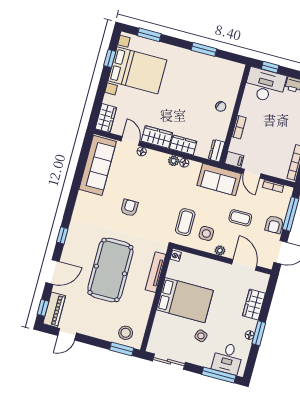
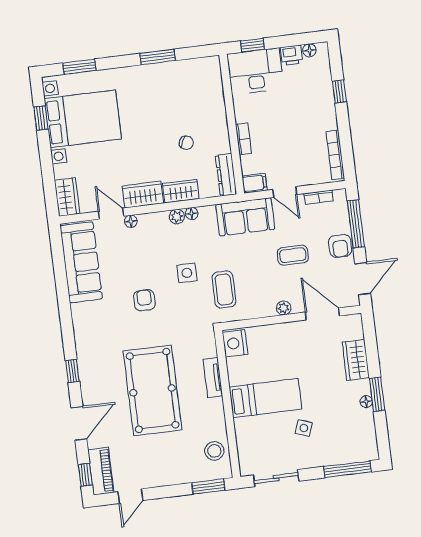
chair: (221, 106) -> (186, 143), moved
dresser: (216, 151) -> (226, 175), width x1.44
side table: (206, 233) -> (187, 273), moved
nightstand: (176, 256) -> (235, 343), width x1.89, depth x1.79
tv unit: (156, 272) -> (213, 378), width x0.71
bed: (185, 300) -> (265, 398), width x0.67
stool: (126, 333) -> (214, 451), moved
desk: (228, 358) -> (350, 443), removed

